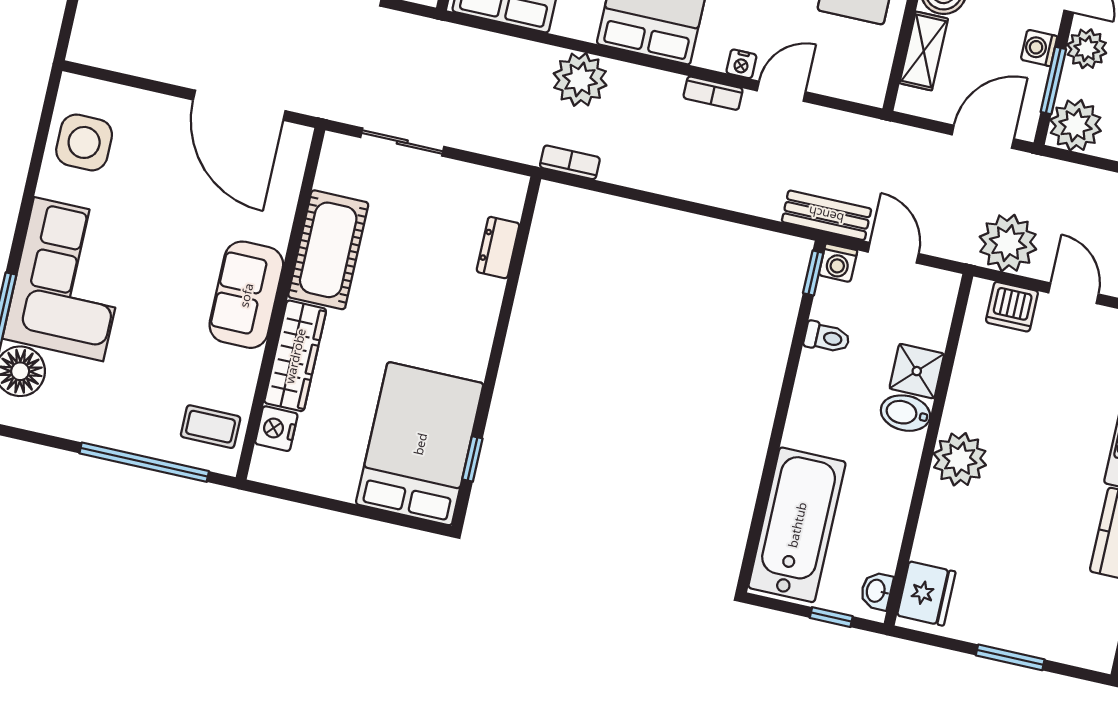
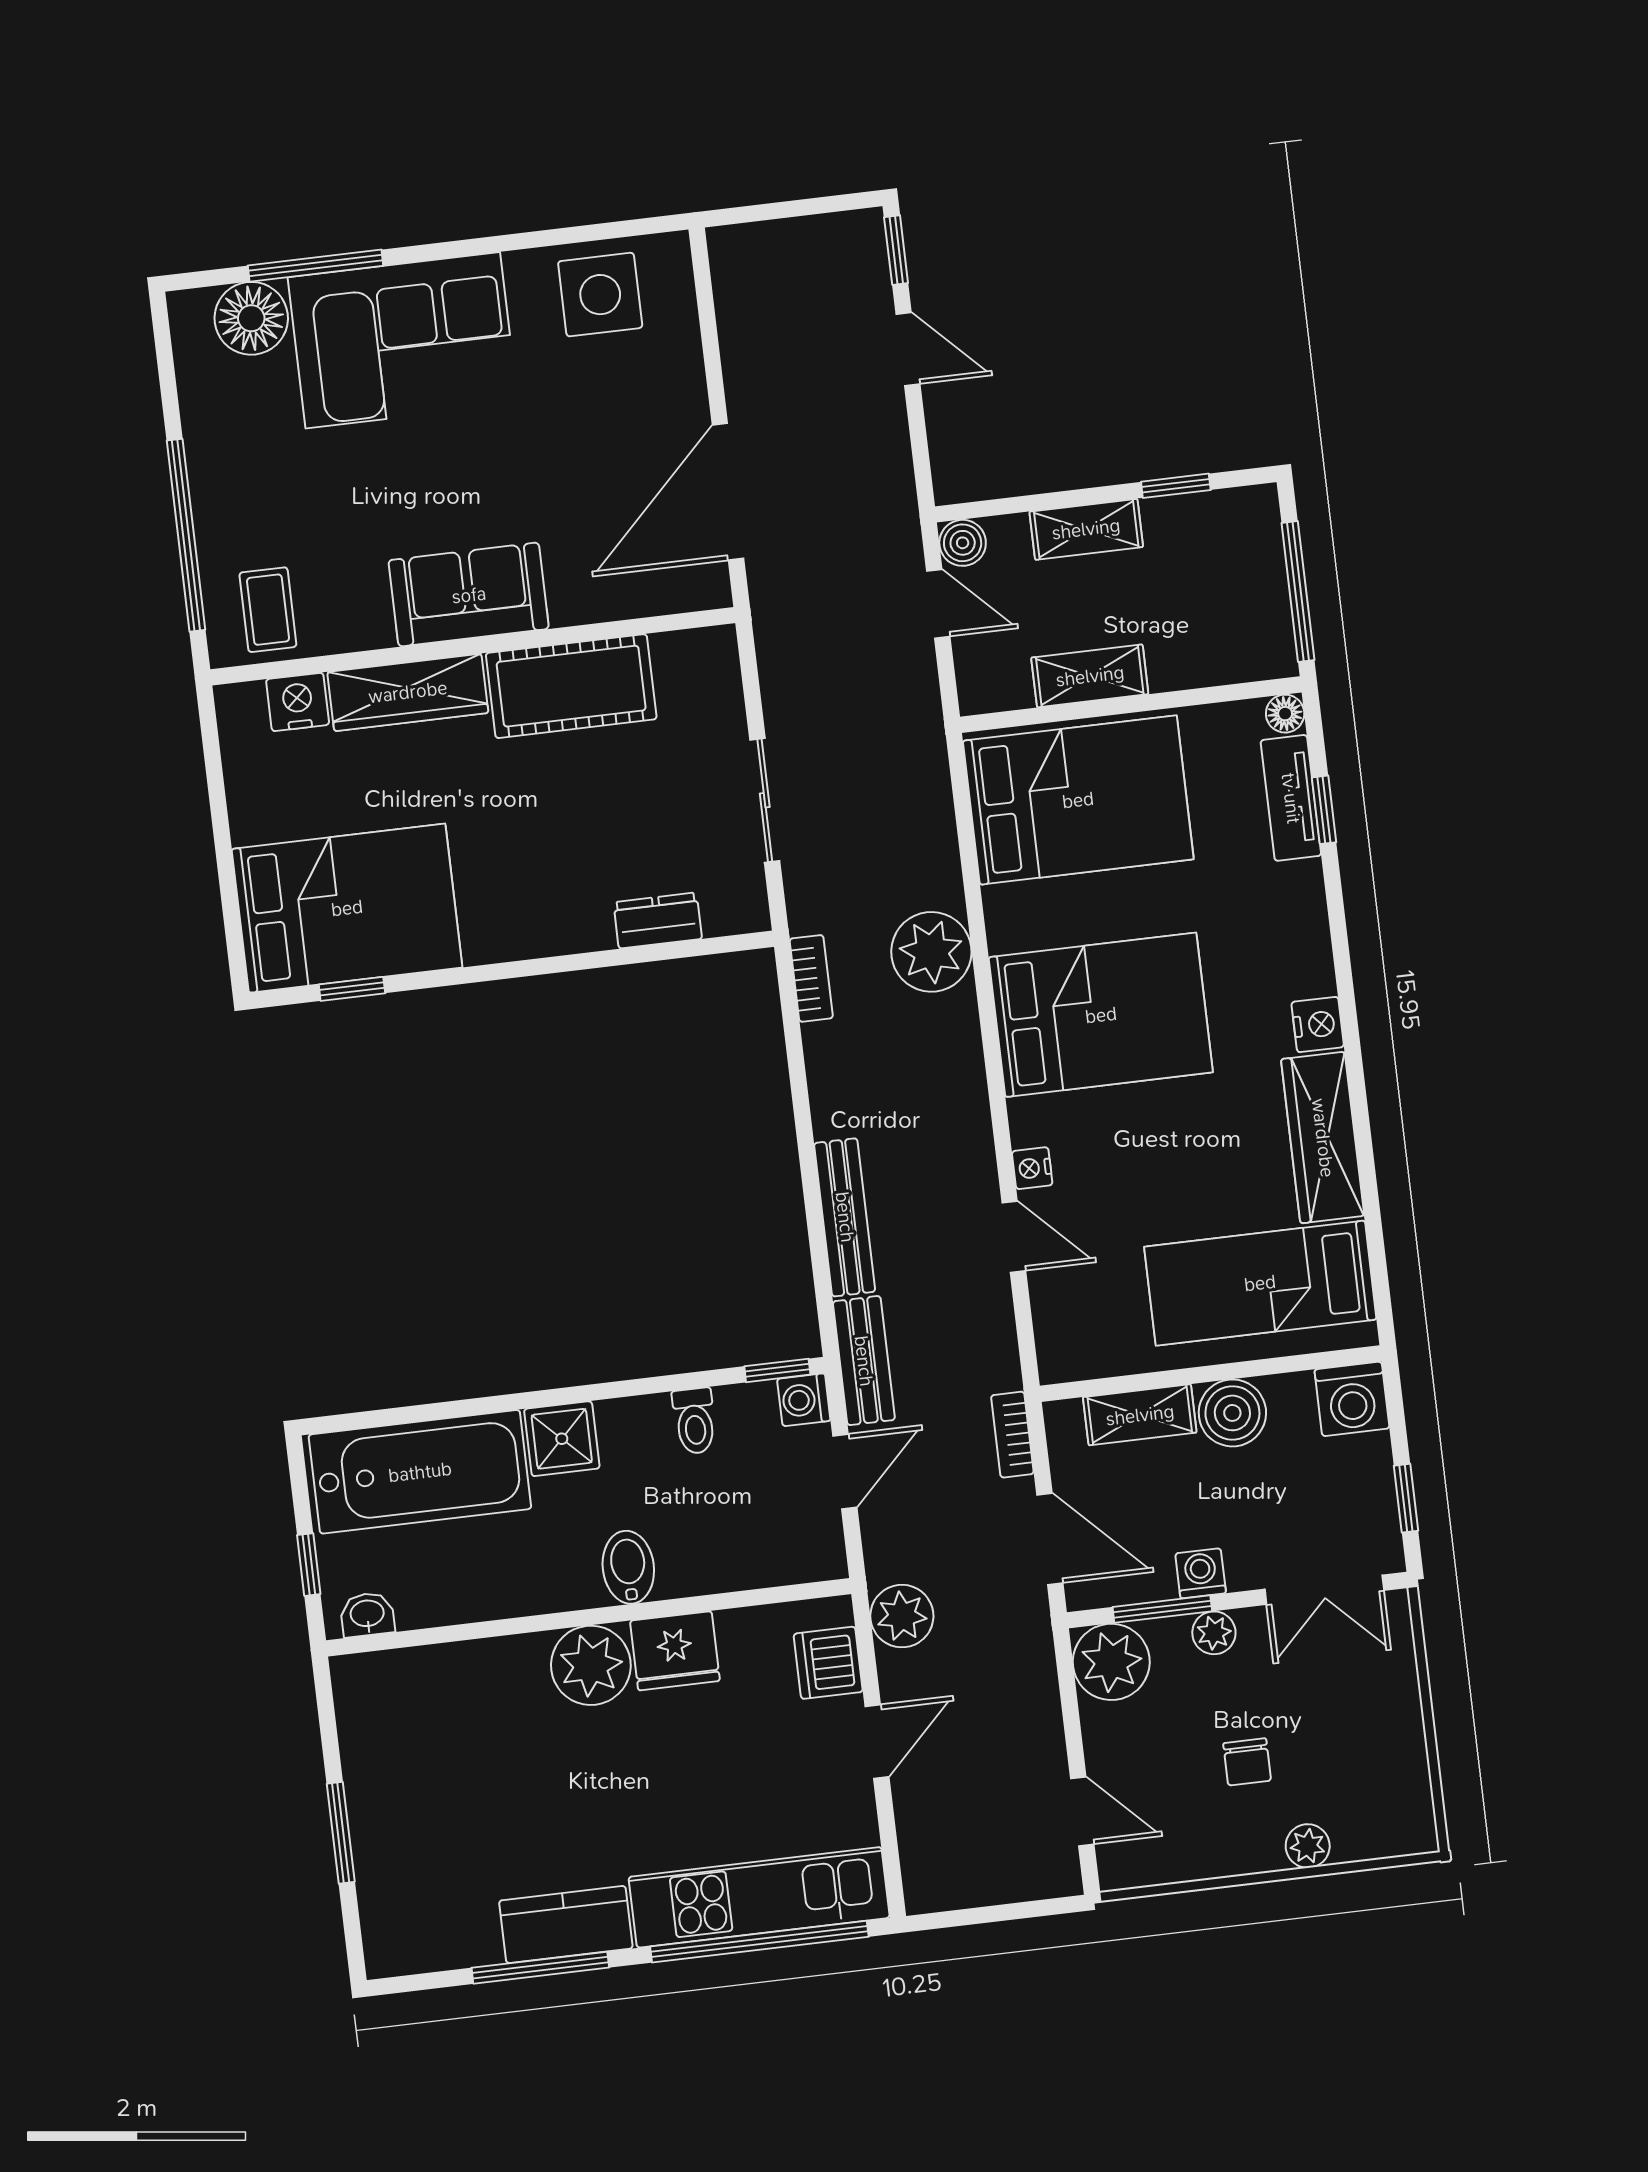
plant: (1087, 49) -> (1214, 1633), width x0.73, depth x0.73
bookcase: (713, 93) -> (1012, 1435), moved
sliding door: (402, 142) -> (765, 800), moved
bench: (730, 195) -> (845, 1217), added
plant: (1008, 243) -> (902, 1616), width x0.73, depth x0.73
shower: (917, 371) -> (562, 1439), moved
fridge: (926, 594) -> (675, 1651), moved

